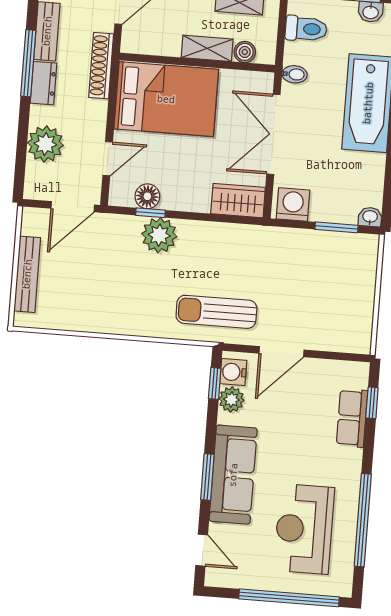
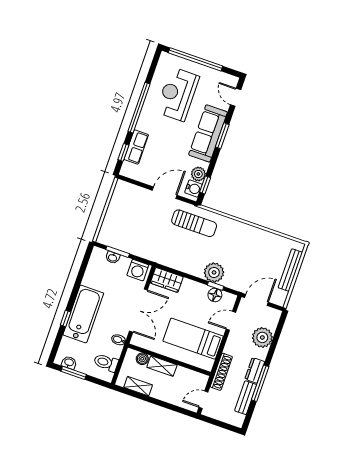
bed: (166, 99) -> (193, 339), width x0.67
washbasin: (370, 217) -> (113, 258), moved
window: (363, 520) -> (139, 108), moved
reception desk: (304, 529) -> (178, 94), turned 180

